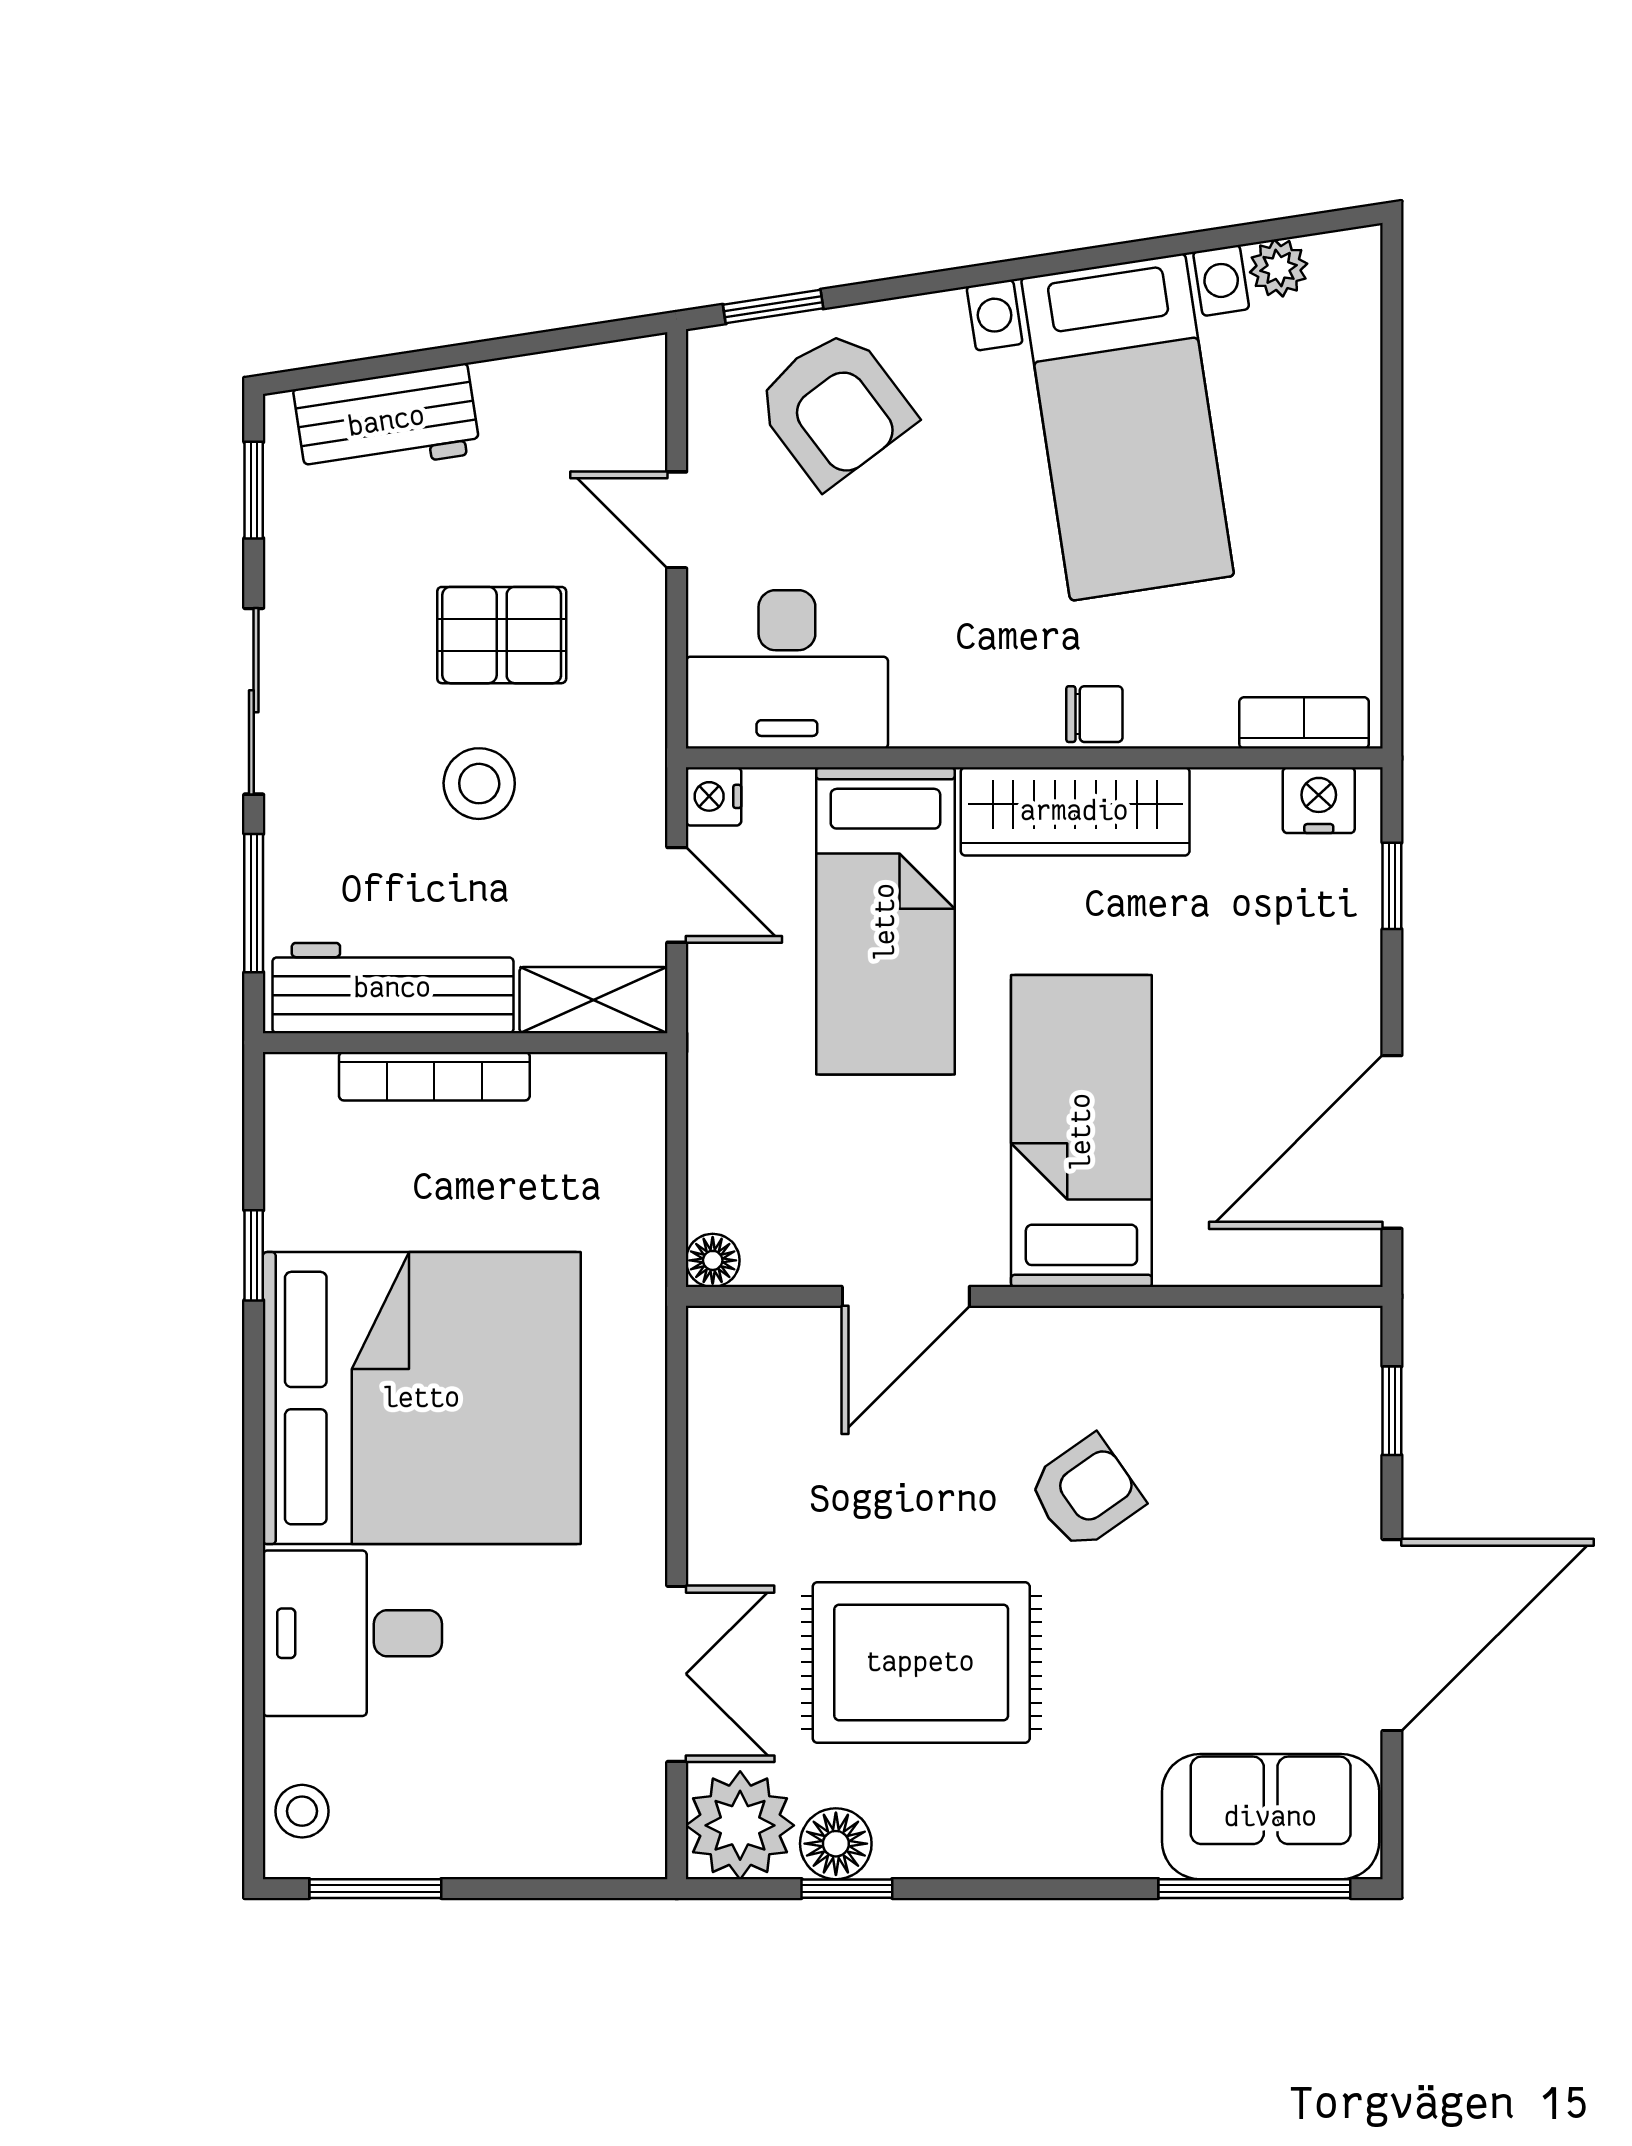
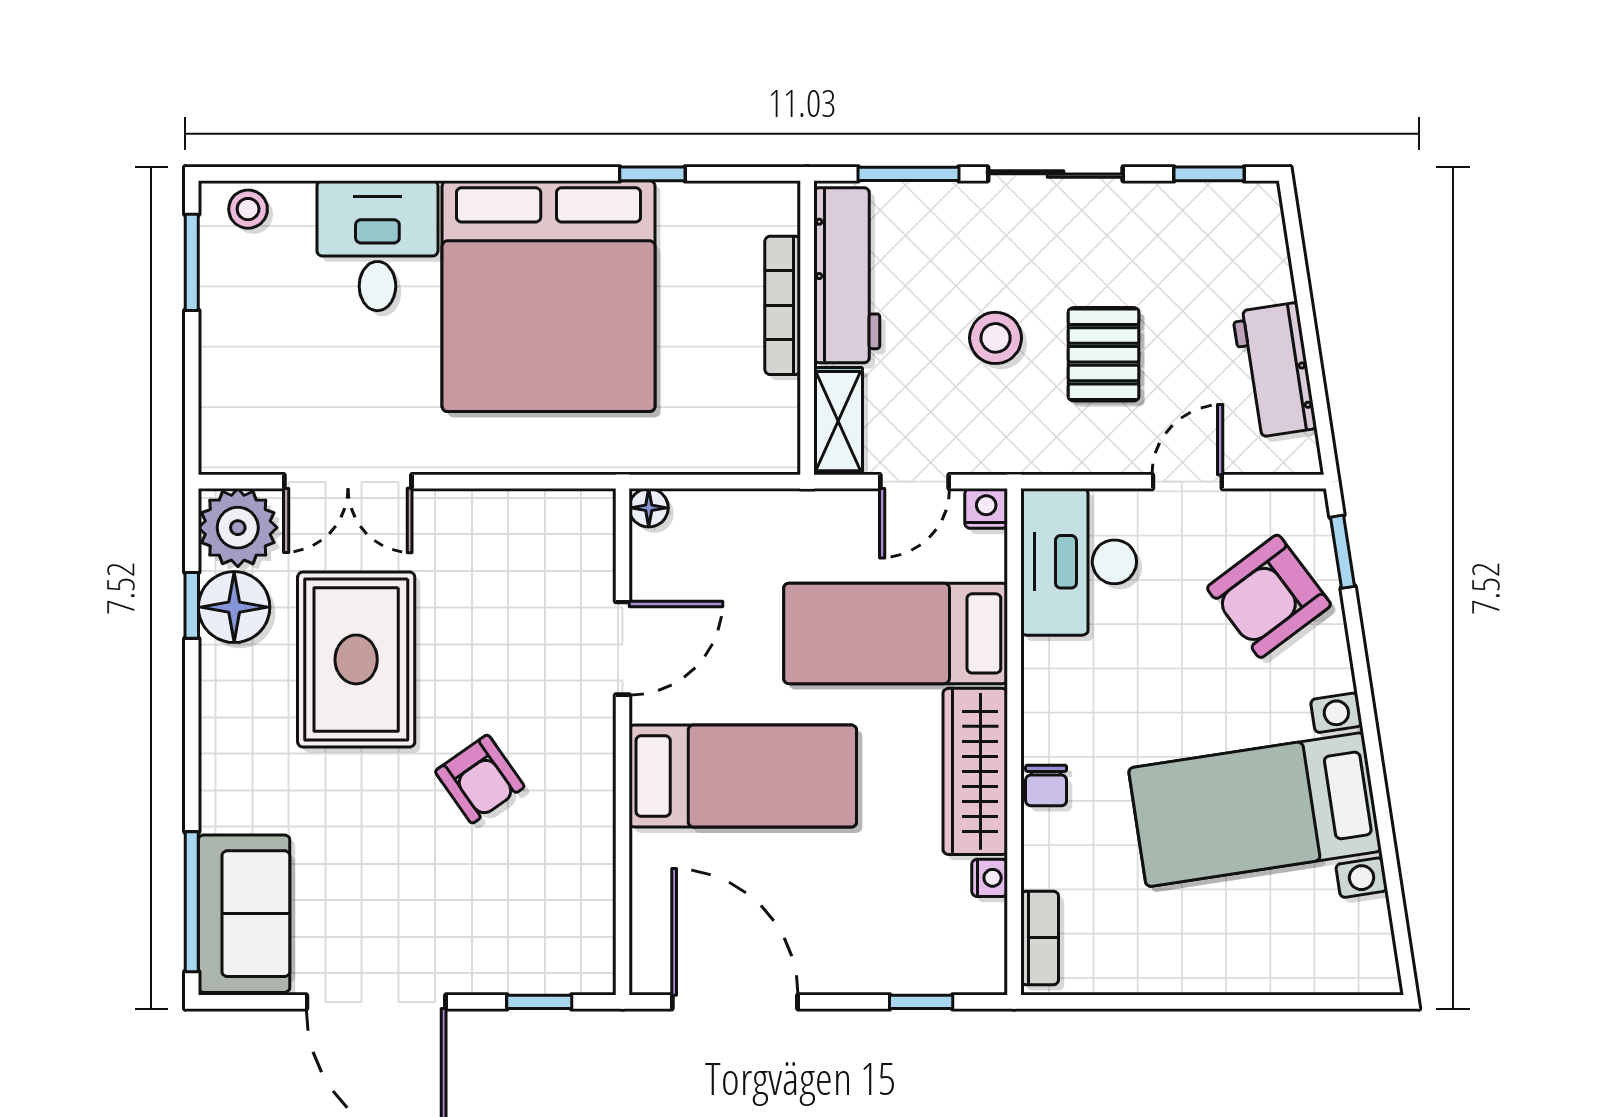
plant: (1279, 268) -> (1371, 919), removed
workbench: (387, 421) -> (1274, 370), moved
nightstand: (1319, 800) -> (990, 878), moved, width x0.72, depth x0.74
door: (906, 1296) -> (623, 648), swing flipped
floor lamp: (836, 1844) -> (234, 607), width x1.38, depth x1.38

